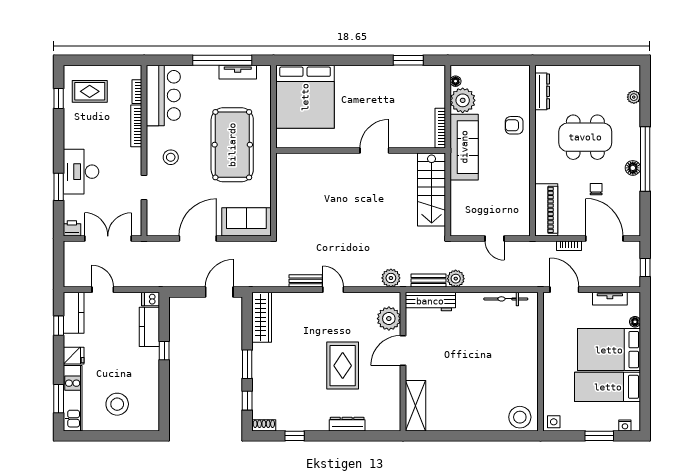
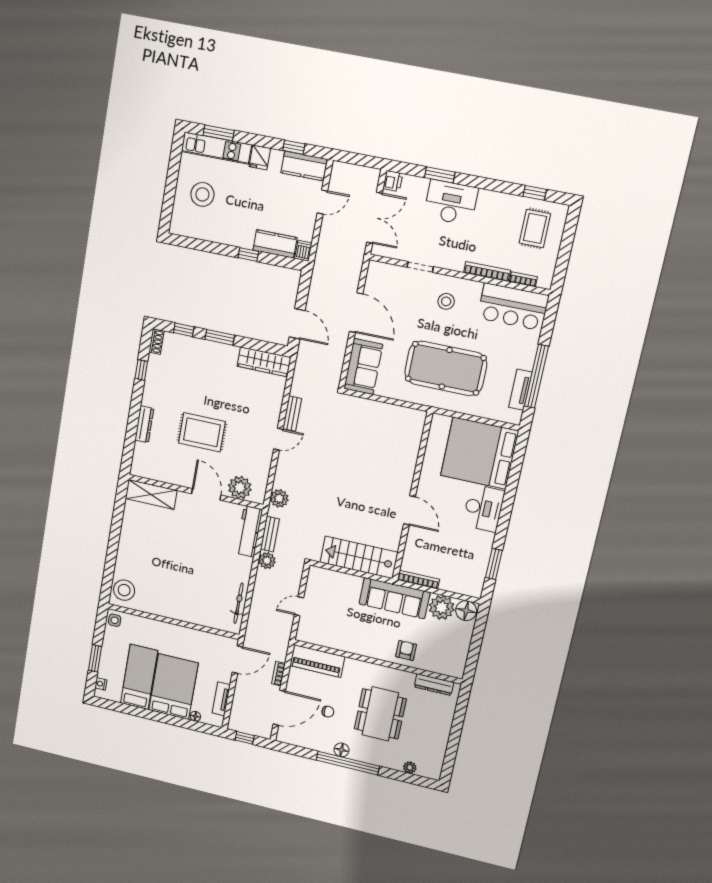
floor lamp: (456, 81) -> (466, 611), width x1.89, depth x1.89
desk: (357, 82) -> (483, 508), added

